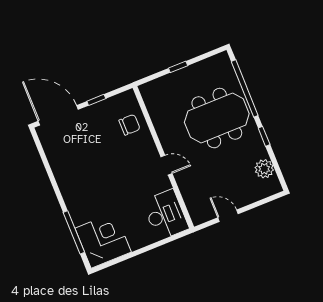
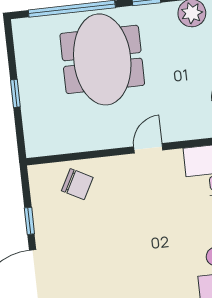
chair: (130, 125) -> (77, 184), turned 118

